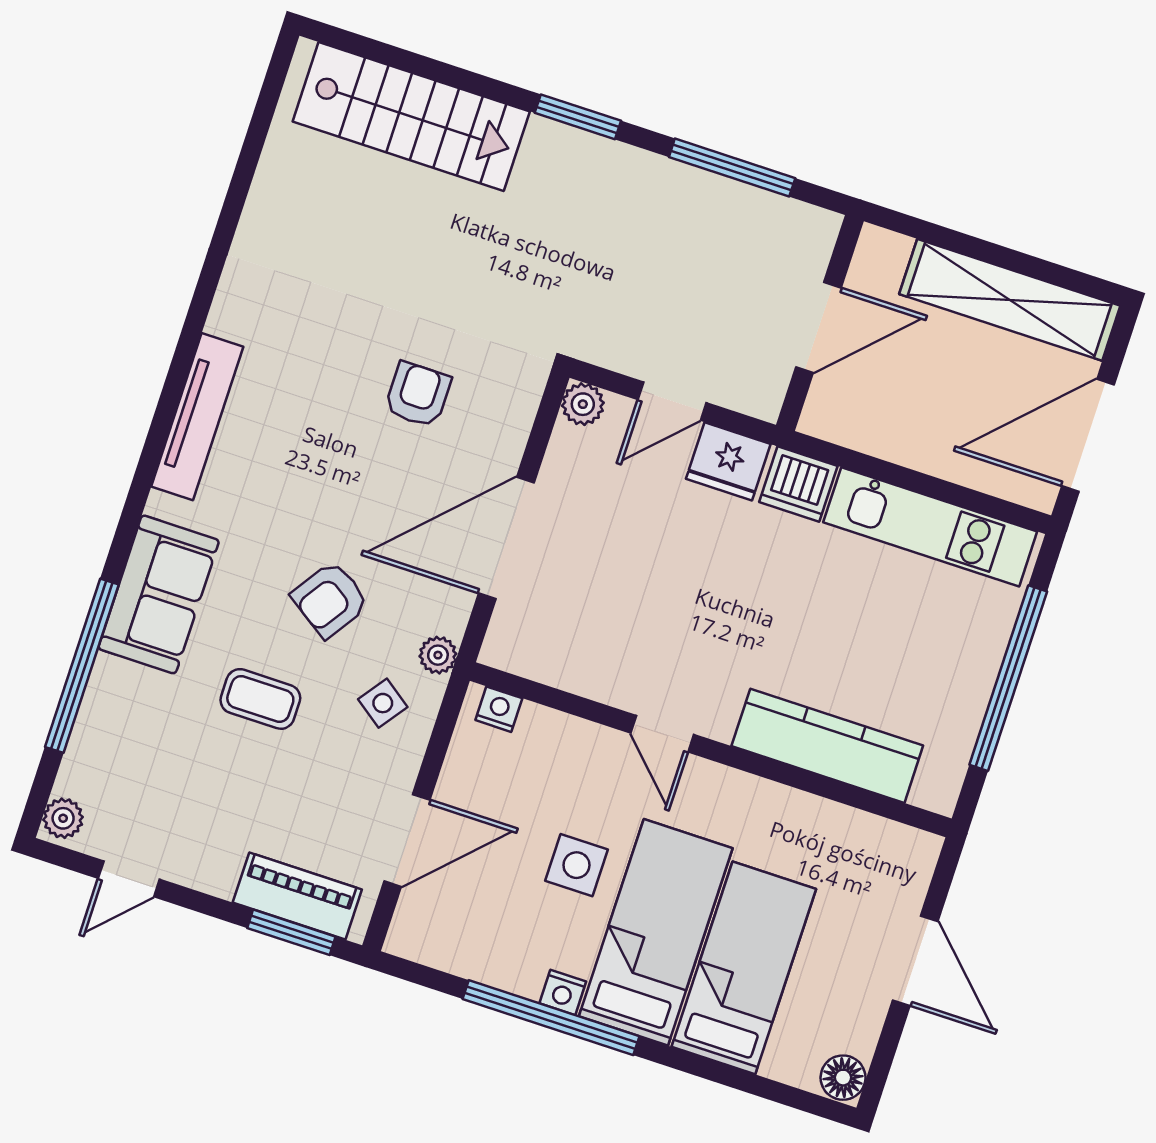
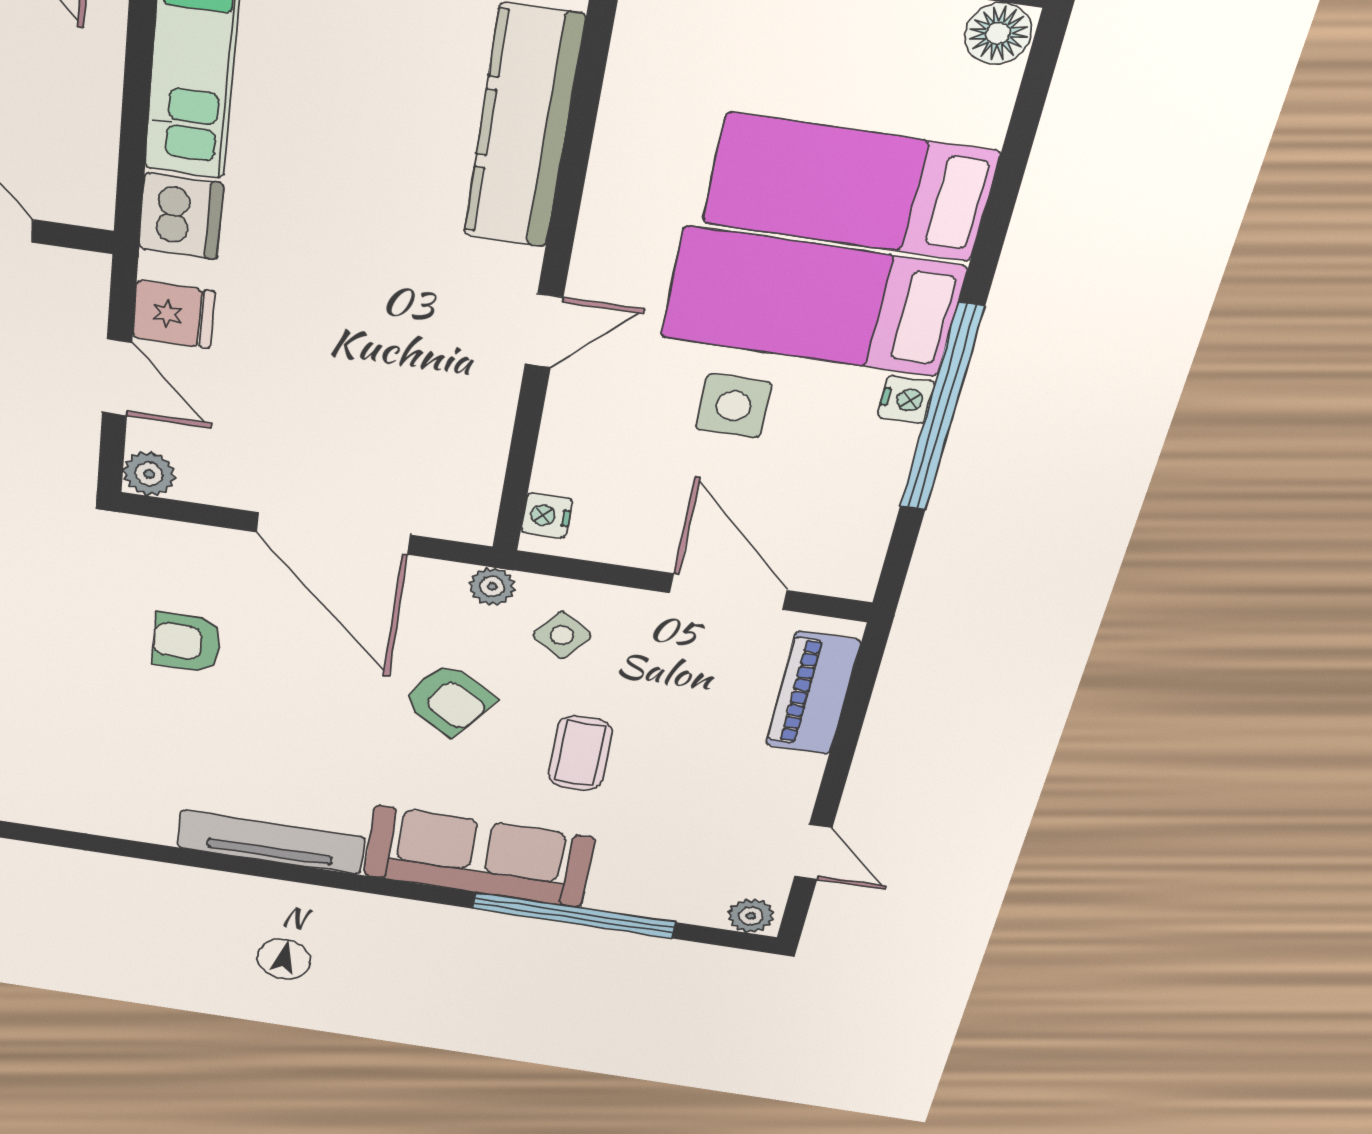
fridge: (728, 461) -> (173, 315), width x0.72
sofa: (159, 594) -> (479, 857), width x1.36
window: (291, 932) -> (859, 694), removed

